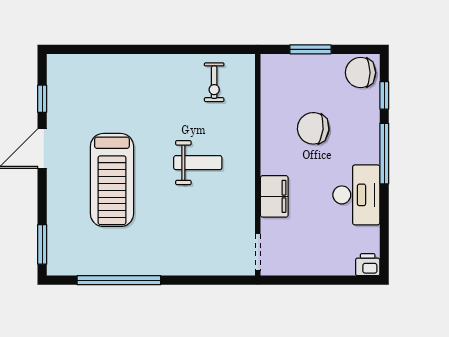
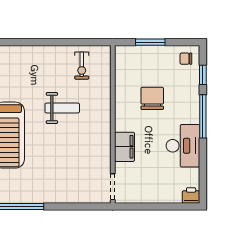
chair: (361, 73) -> (186, 59), width x0.54, depth x0.54
chair: (313, 128) -> (152, 98), turned 84
weight bench: (198, 163) -> (62, 108), moved

